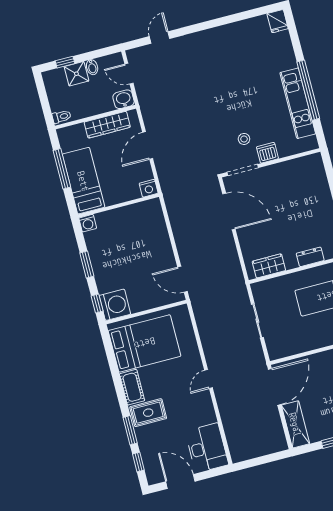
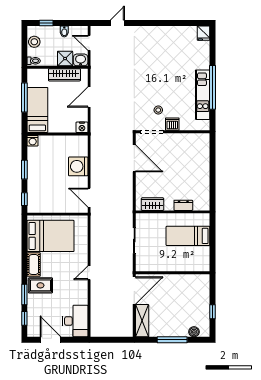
shower: (76, 74) -> (65, 59), moved
stool: (56, 91) -> (34, 42), added
washing machine: (115, 305) -> (78, 166), moved, turned 180

